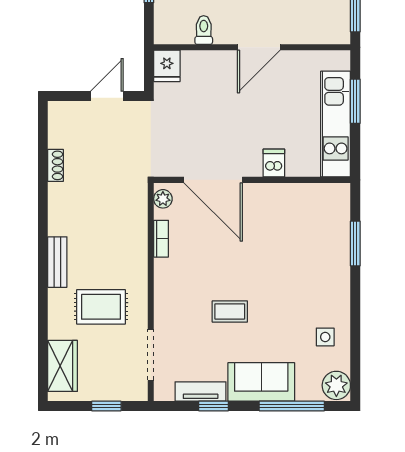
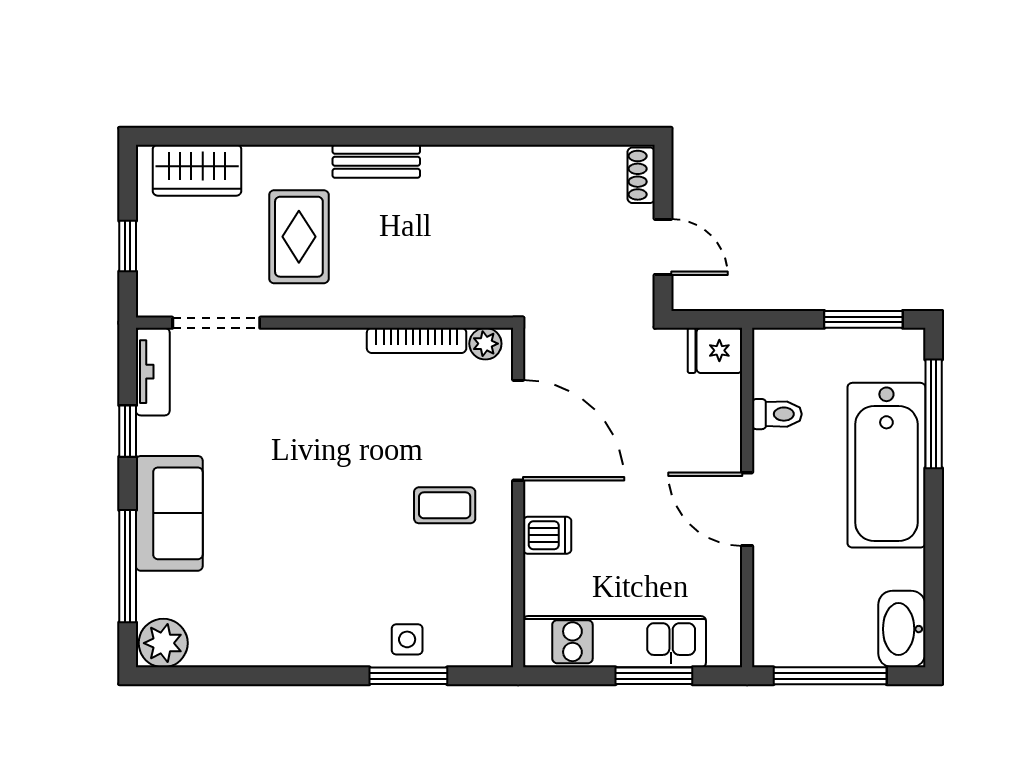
shoe rack: (55, 165) -> (641, 175), moved, turned 90
door: (213, 180) -> (518, 430), swing flipped
bookcase: (161, 239) -> (417, 340), width x1.56
coffee table: (230, 311) -> (445, 505), moved, turned 90
side table: (325, 337) -> (407, 639), moved
tv unit: (201, 392) -> (153, 372), moved

